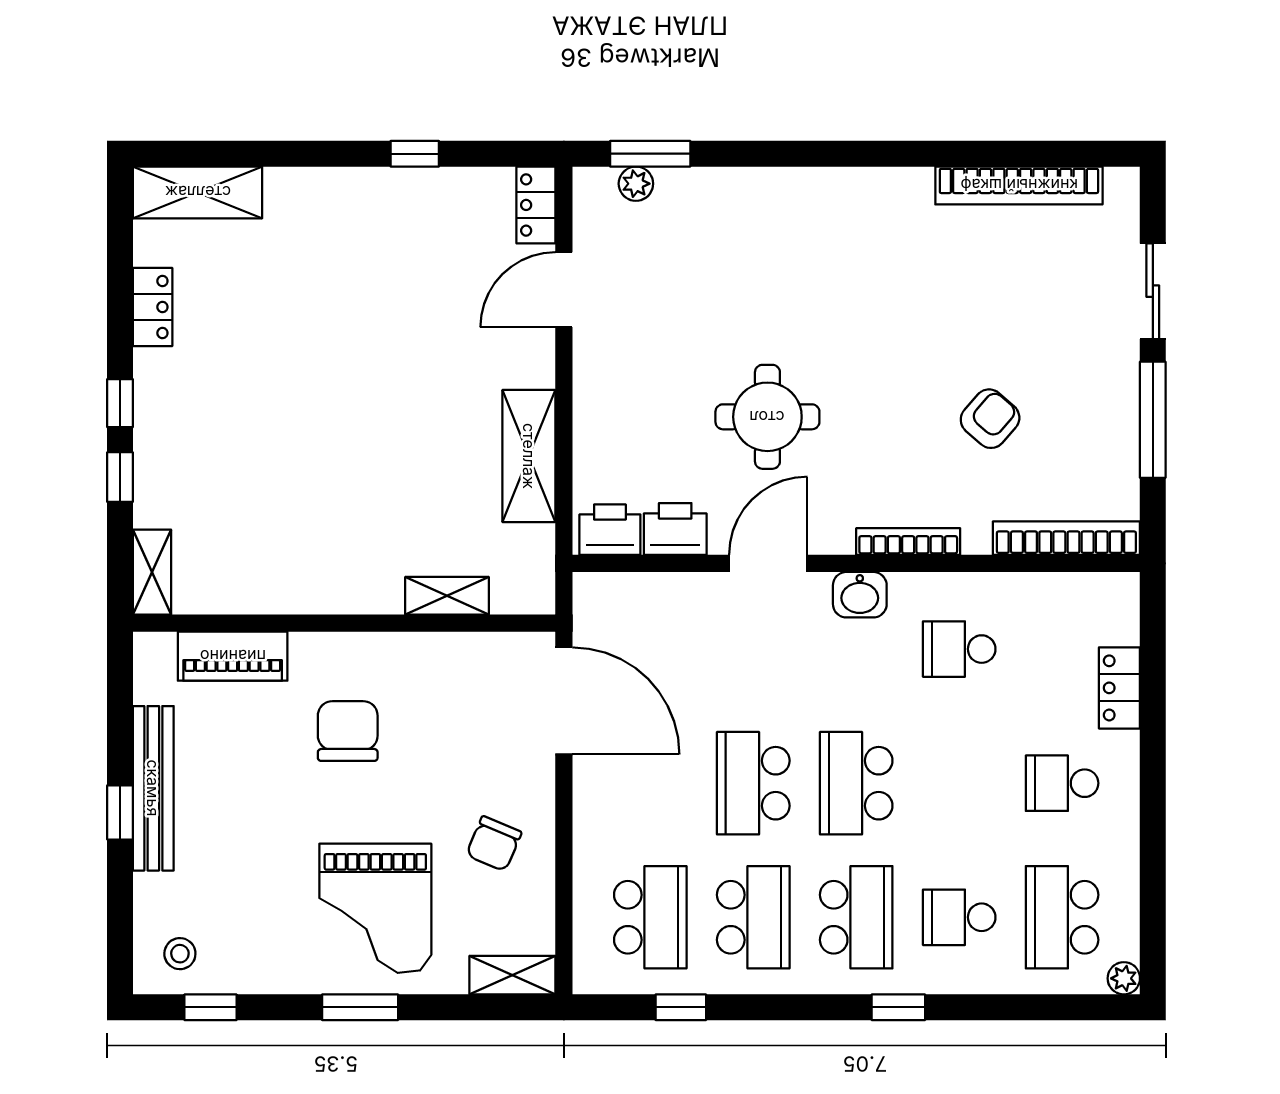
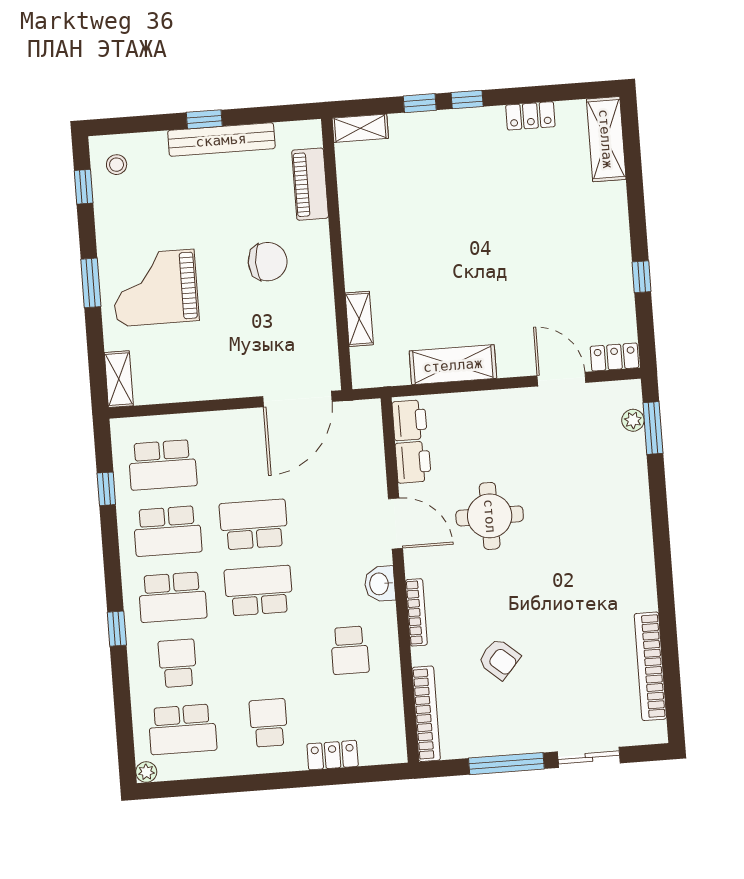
school desk: (959, 649) -> (350, 650), turned 180
chair: (494, 844) -> (202, 361), removed
school desk: (1062, 917) -> (182, 729), turned 180

